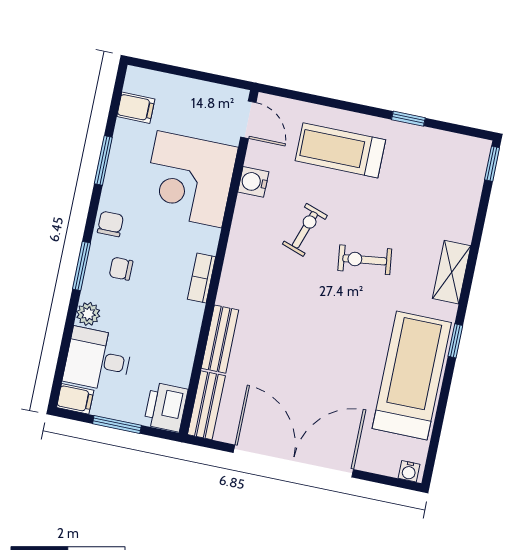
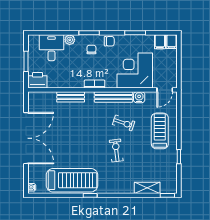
shelving: (452, 272) -> (147, 188), moved
filing cabinet: (75, 399) -> (172, 42), moved
bench: (206, 405) -> (114, 97), moved, width x1.36

